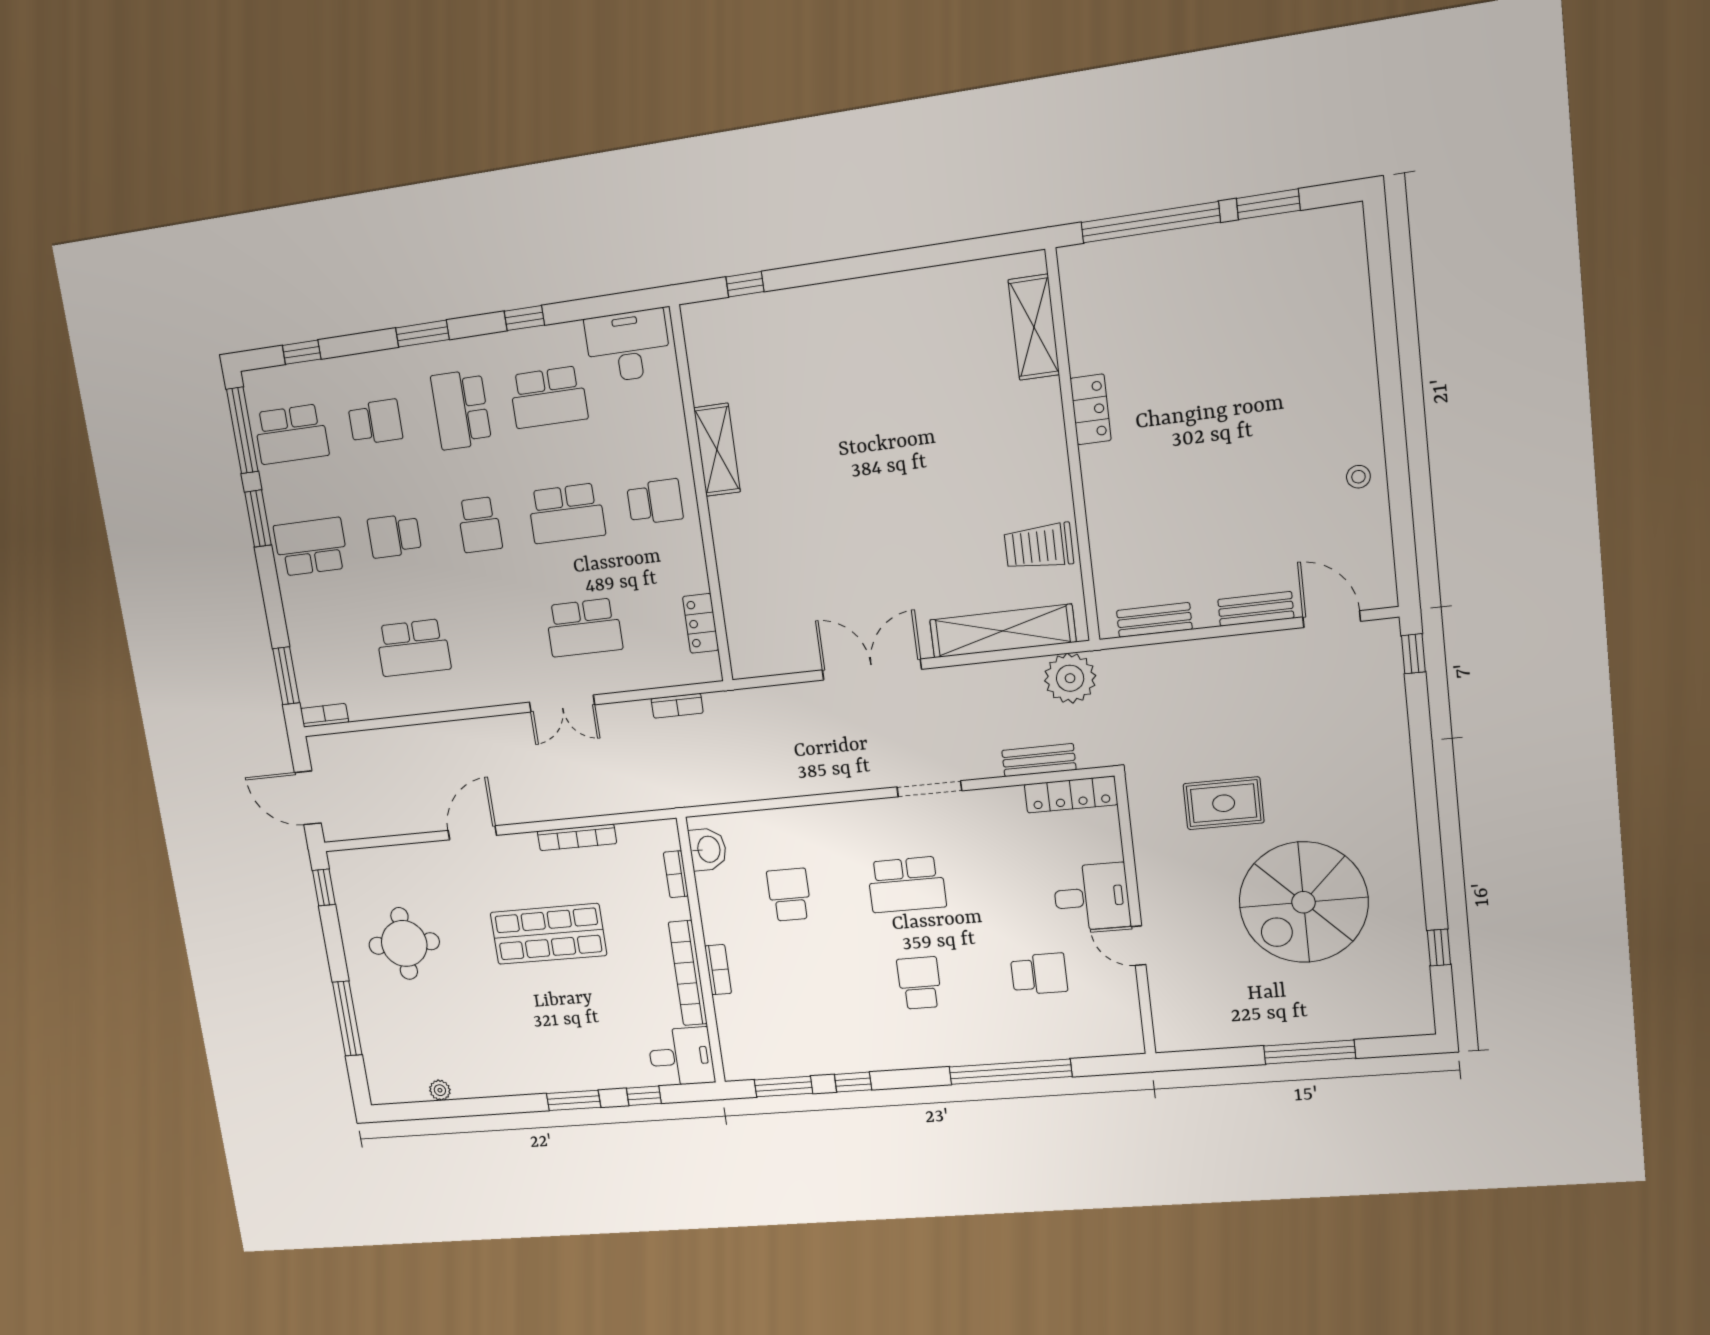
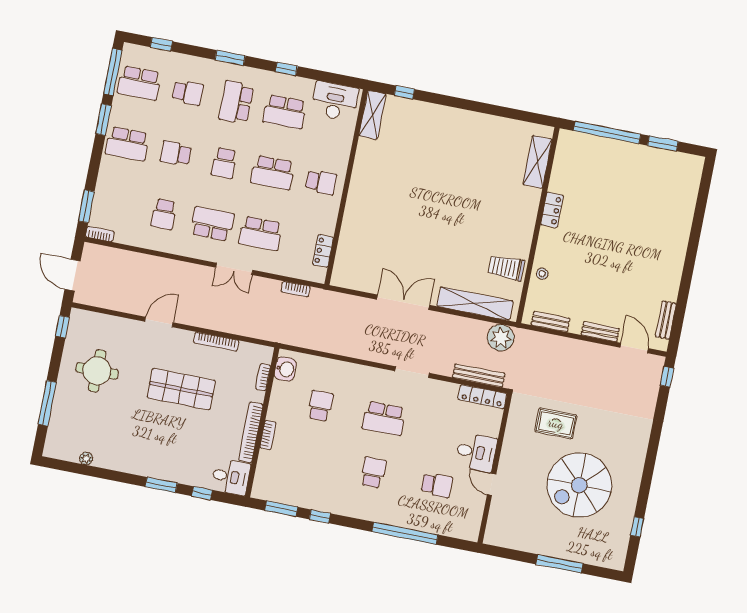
shelving: (717, 450) -> (373, 115), moved
stool: (1358, 477) -> (542, 274), moved
school desk: (311, 547) -> (127, 144), turned 180
bench: (1379, 547) -> (666, 320), added
school desk: (498, 638) -> (212, 224), added
school desk: (413, 648) -> (164, 214), width x0.54
bench: (1039, 760) -> (479, 375), width x1.36

